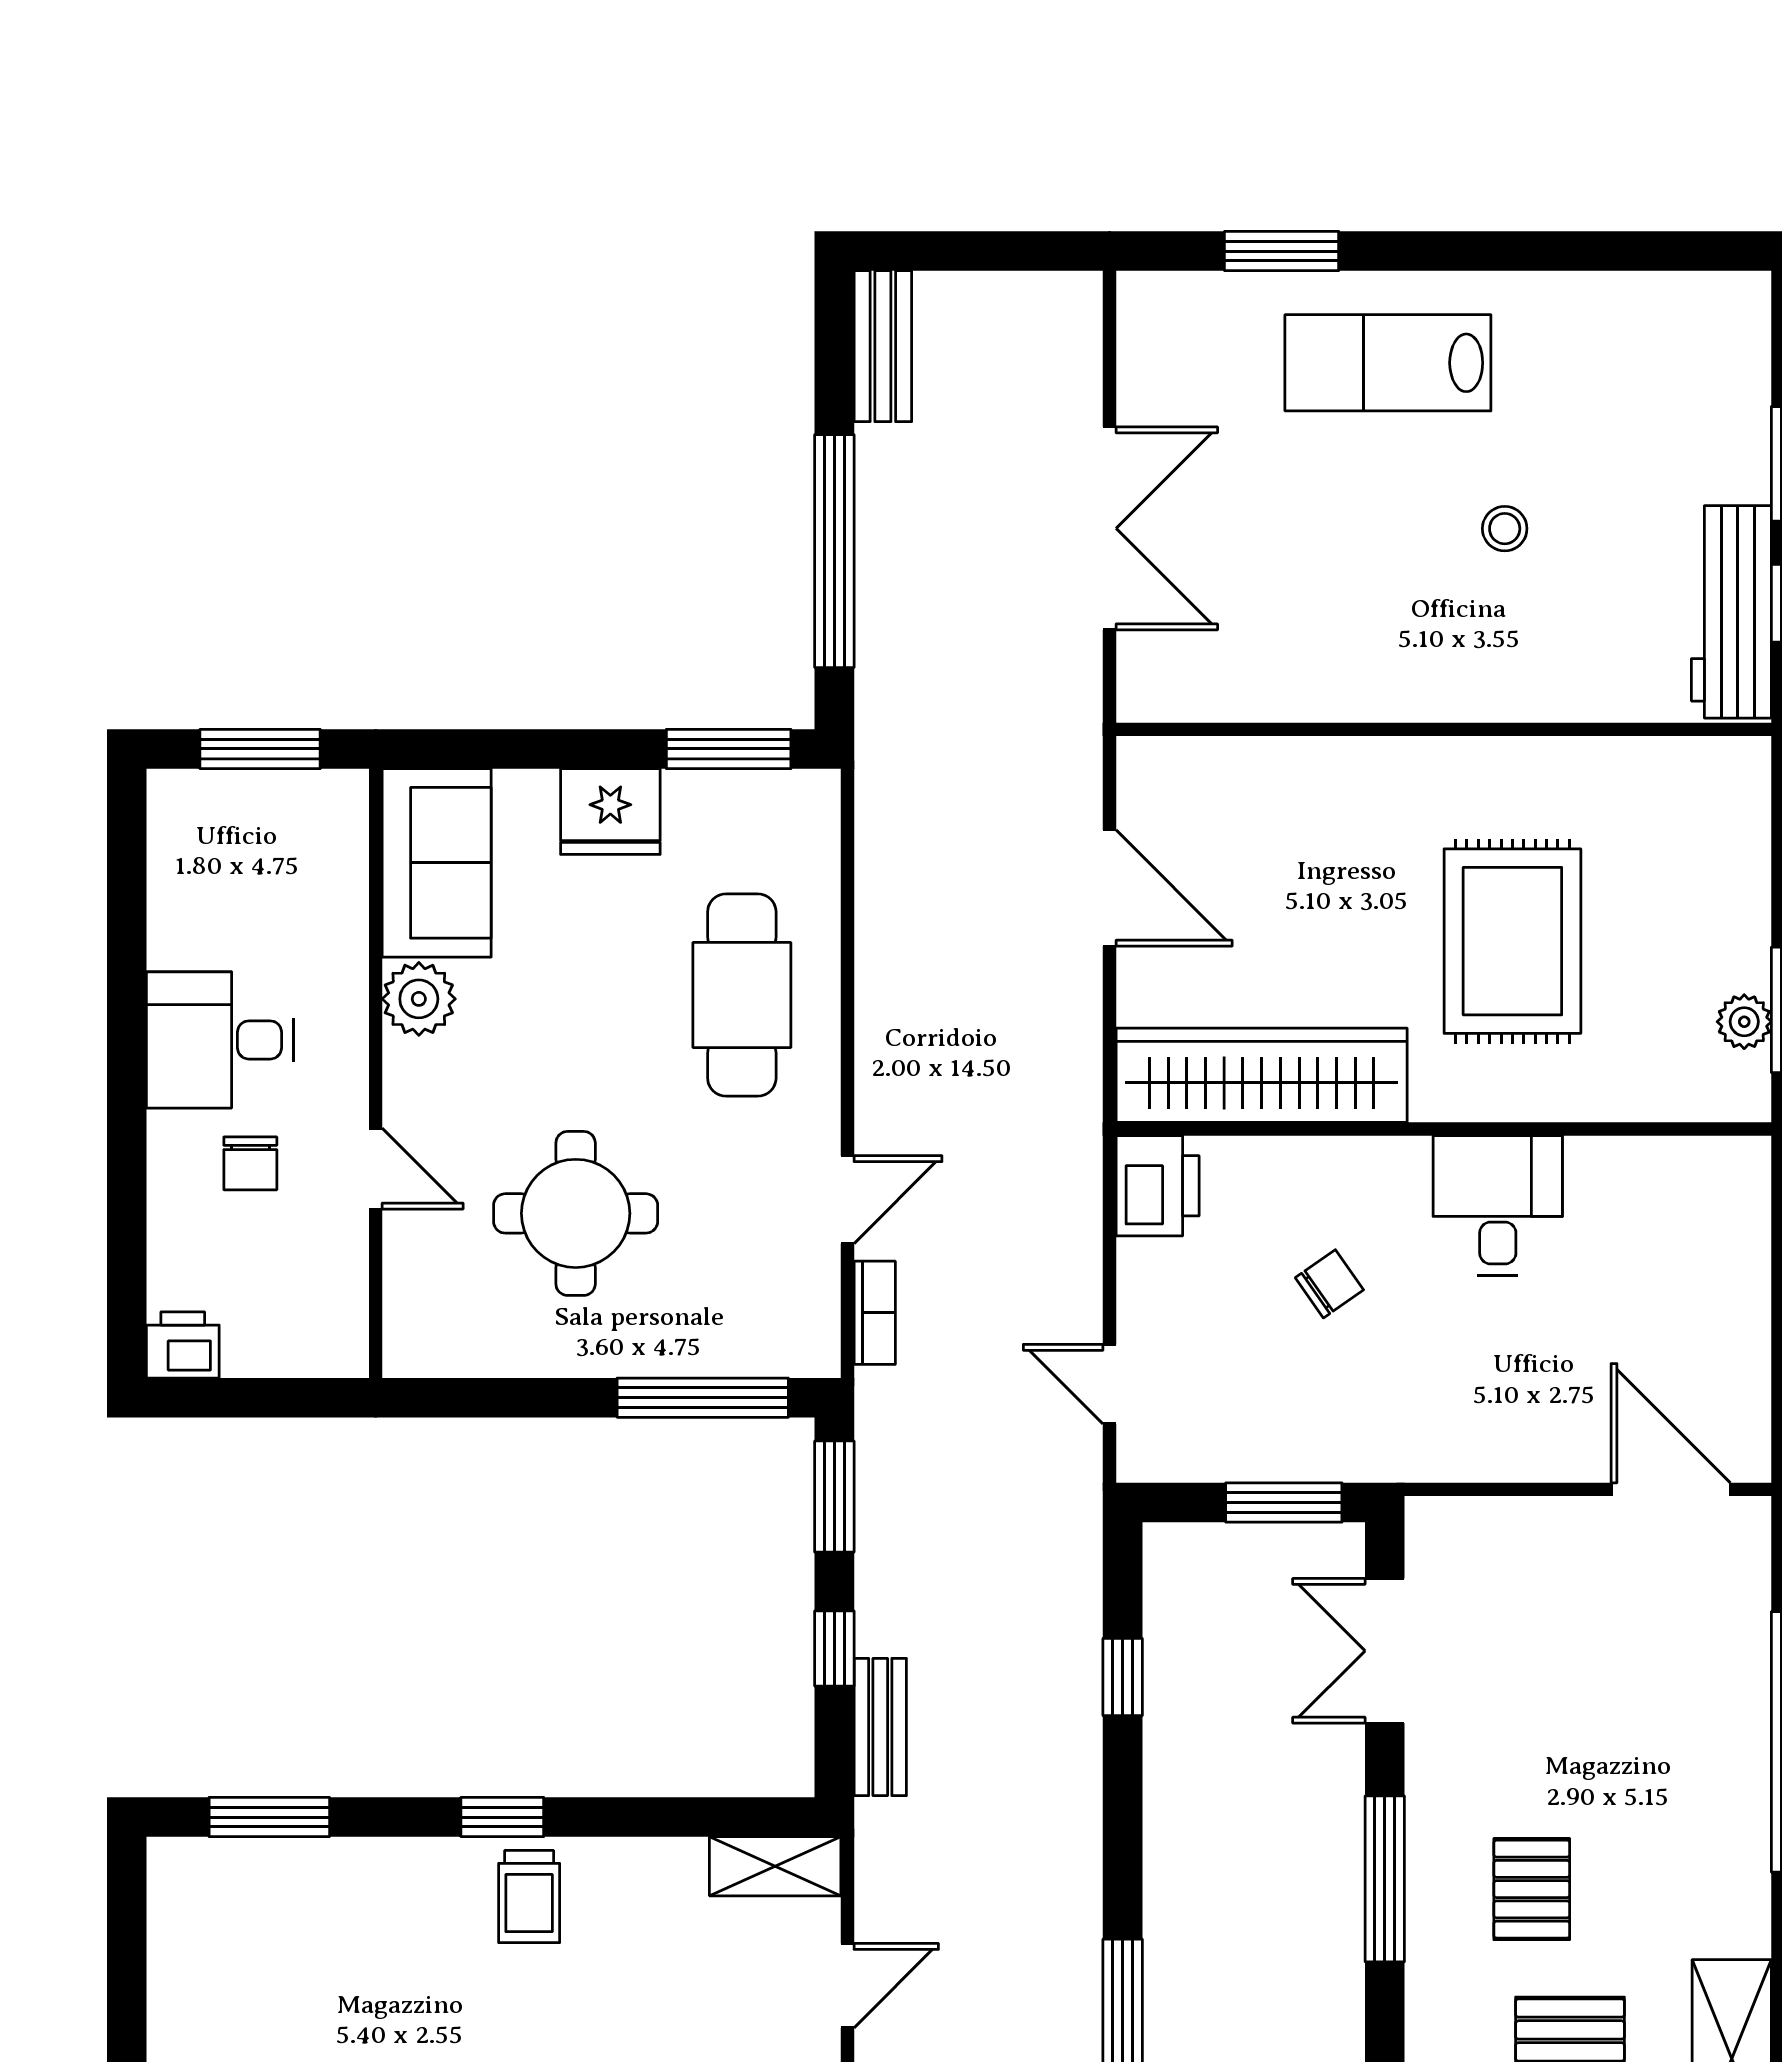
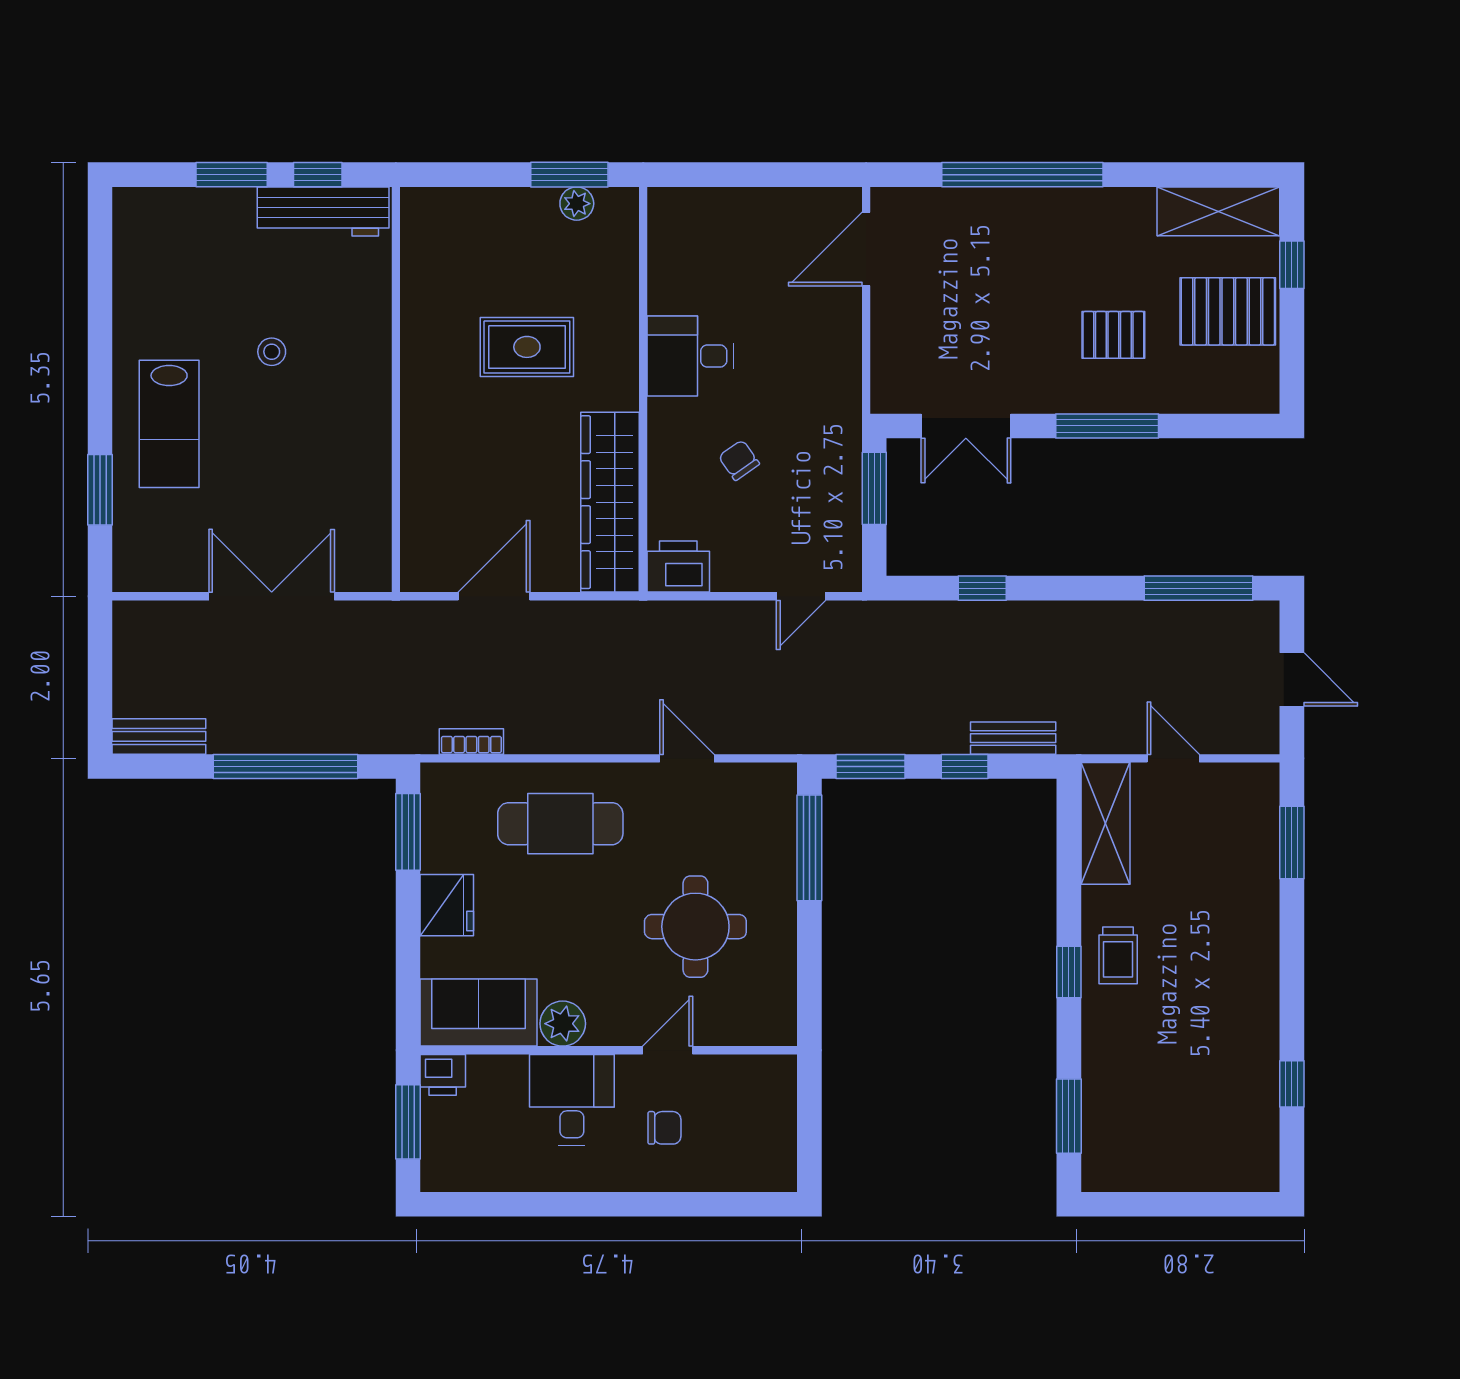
rug: (1512, 941) -> (527, 347), width x0.73, depth x0.70
desk: (220, 1040) -> (572, 1100), moved, turned 180
bookcase: (875, 1313) -> (471, 742), moved
printer: (183, 1345) -> (443, 1075), moved, turned -90
shelving: (775, 1866) -> (1105, 823), width x1.50, depth x1.33
trolley: (529, 1897) -> (1118, 955), turned 90

